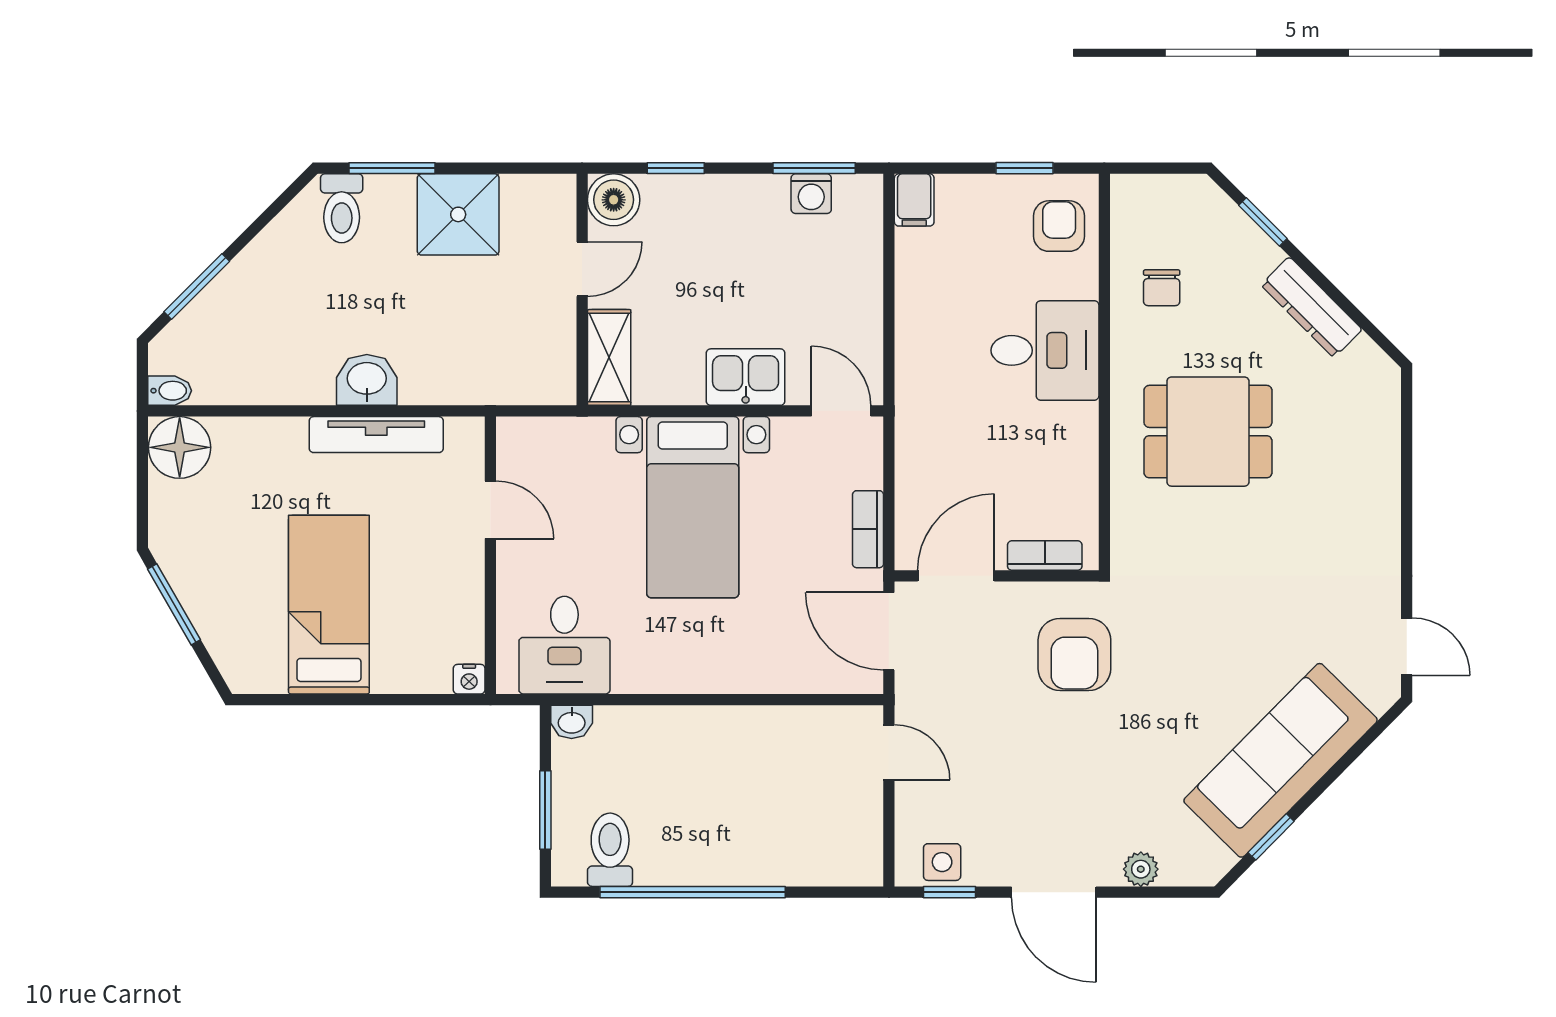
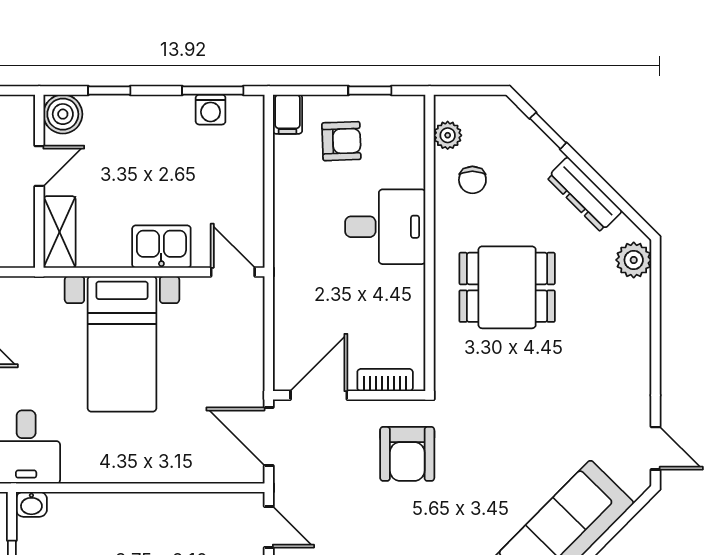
armchair: (1059, 226) -> (341, 141), moved, turned 88
plant: (1128, 228) -> (448, 135), added
plant: (1377, 395) -> (634, 260), added
bookcase: (868, 529) -> (253, 360), removed

